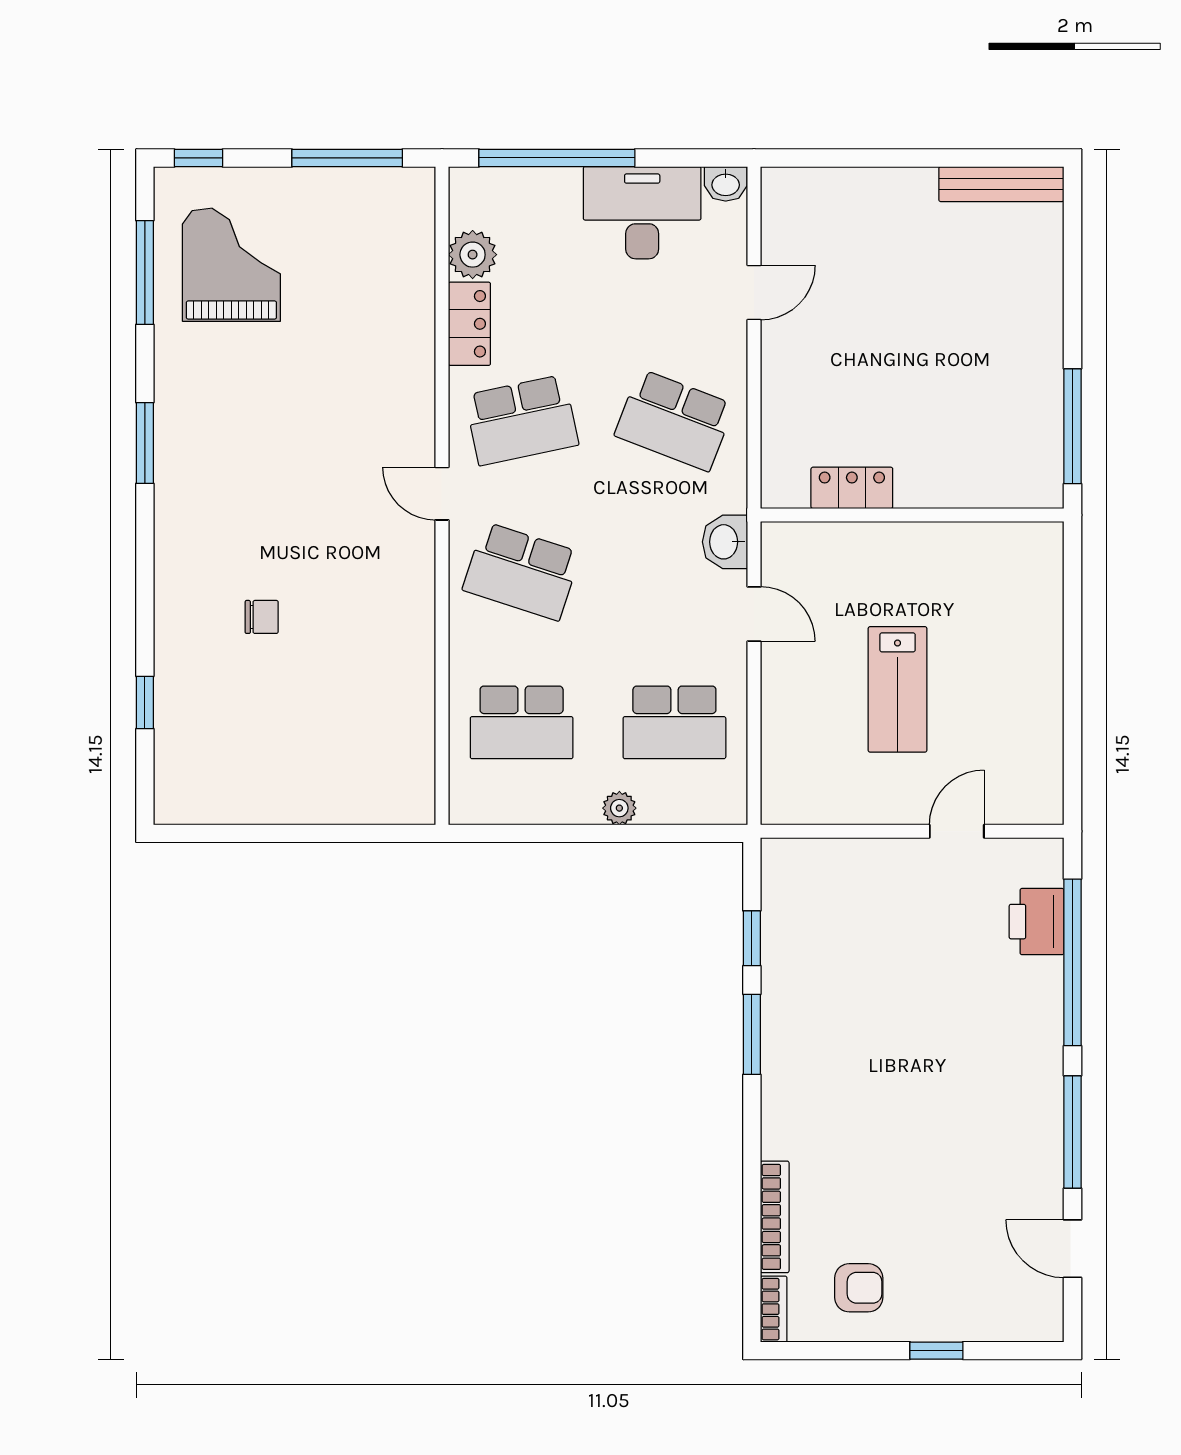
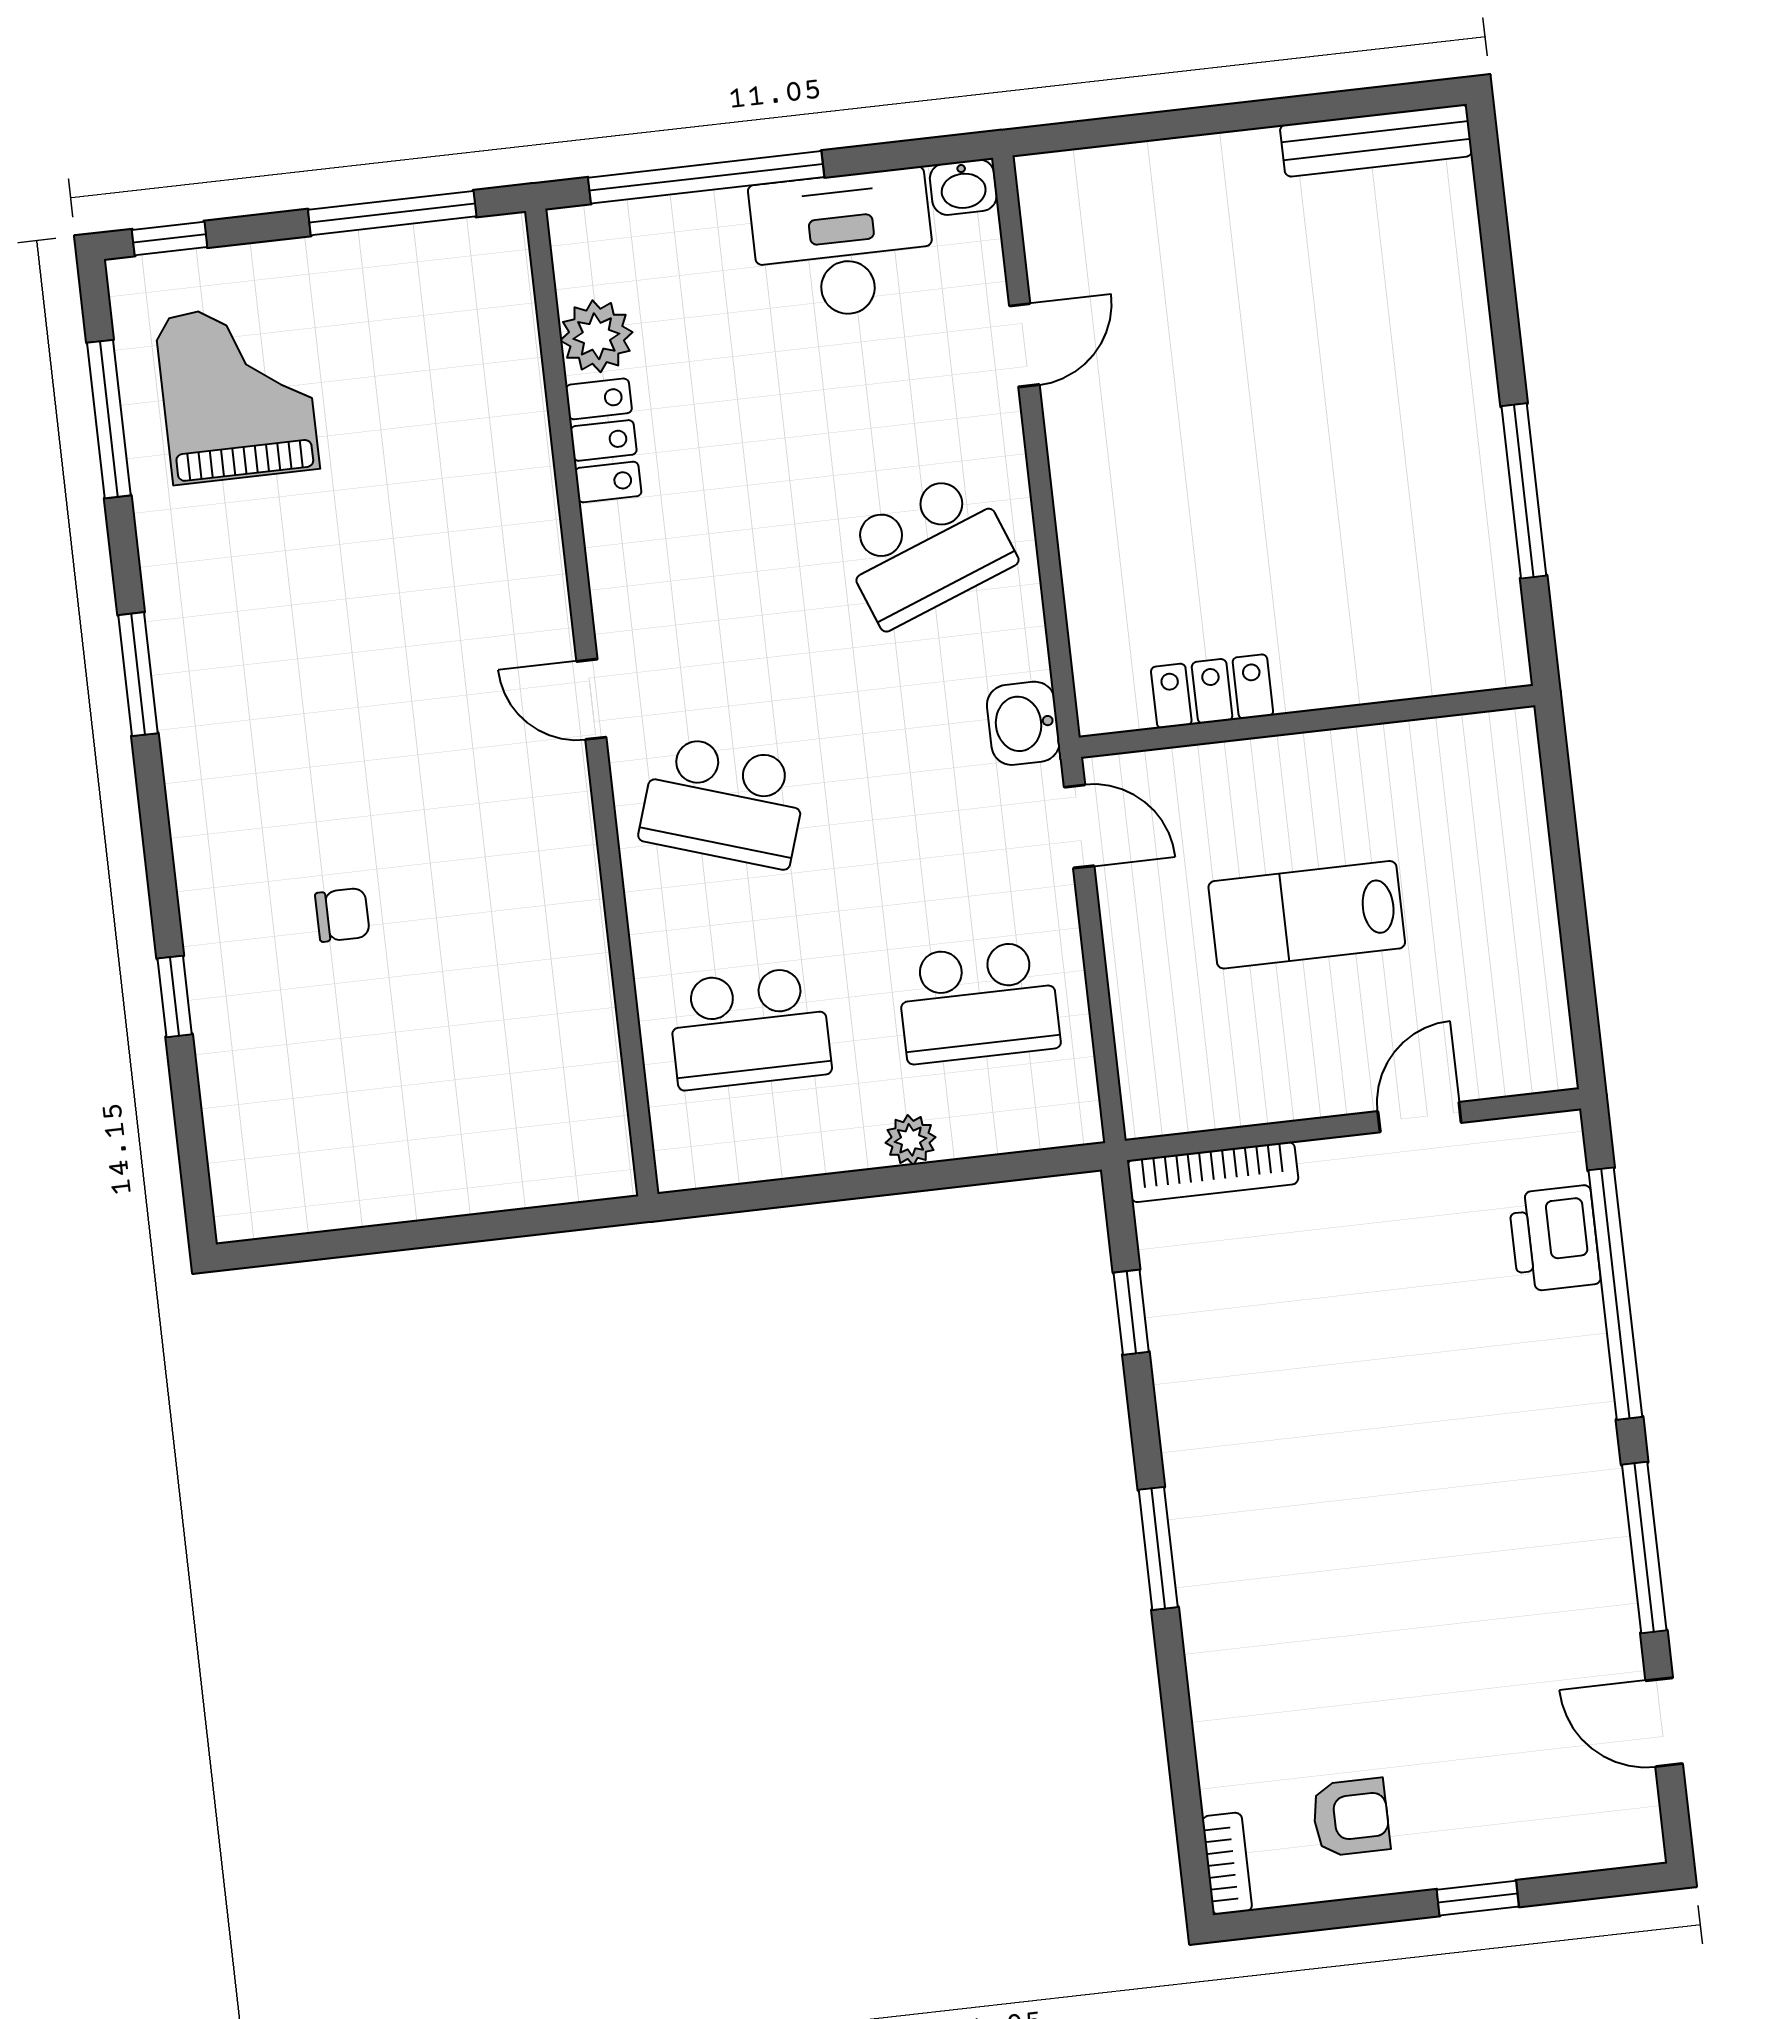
school desk: (522, 420) -> (698, 576), removed
school desk: (674, 420) -> (927, 550), turned -42
locker: (852, 488) -> (1212, 691), moved
wall: (912, 515) -> (1307, 721), moved
lab bench: (898, 689) -> (1307, 915), turned 90
window: (145, 703) -> (175, 996), moved
window: (752, 1034) -> (1158, 1548), moved
bookcase: (775, 1217) -> (1213, 1172), moved, turned 90

